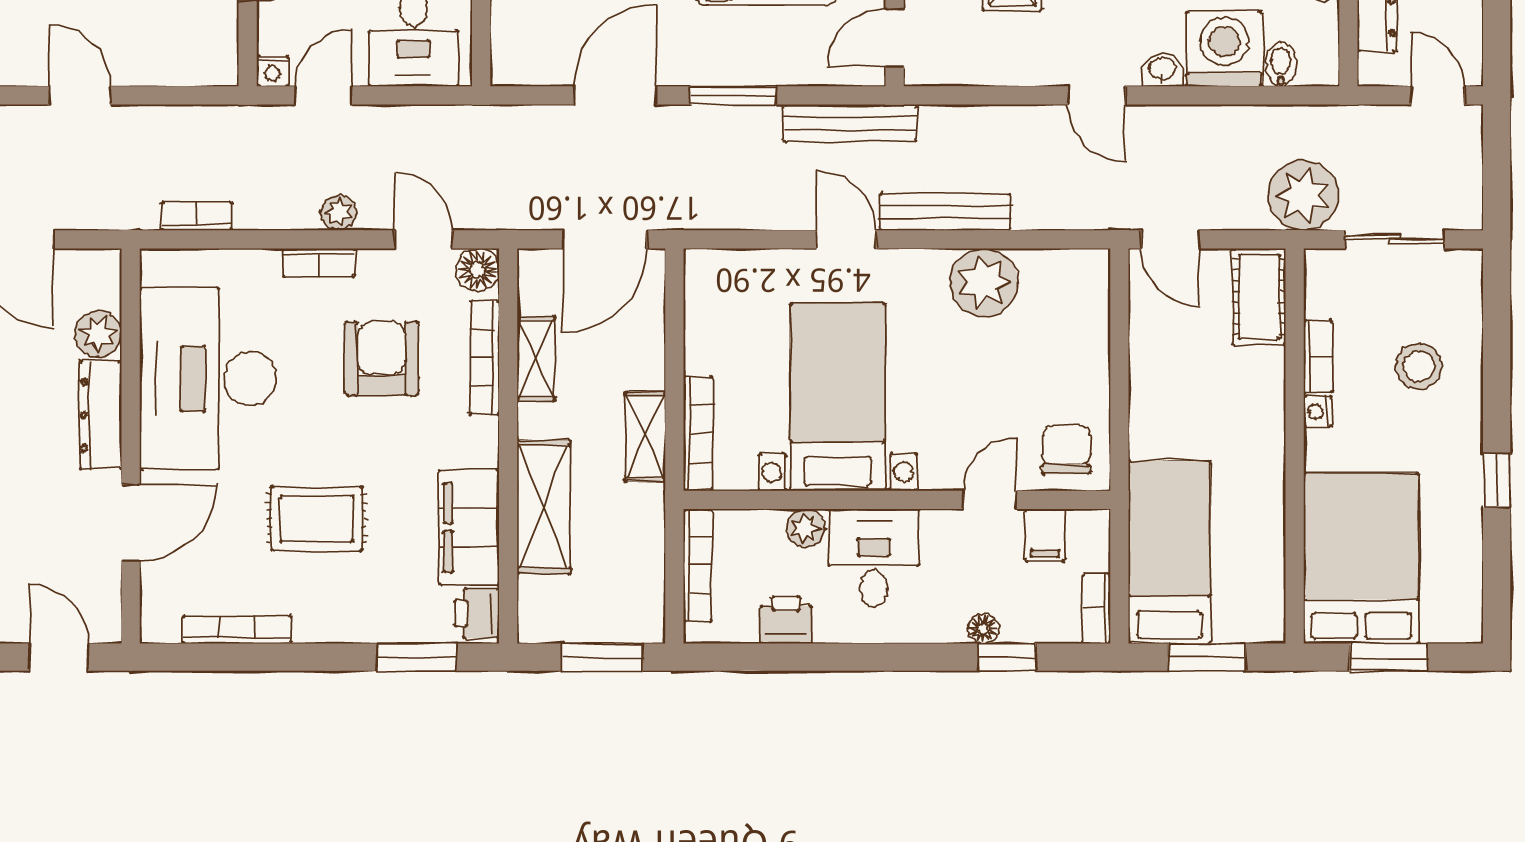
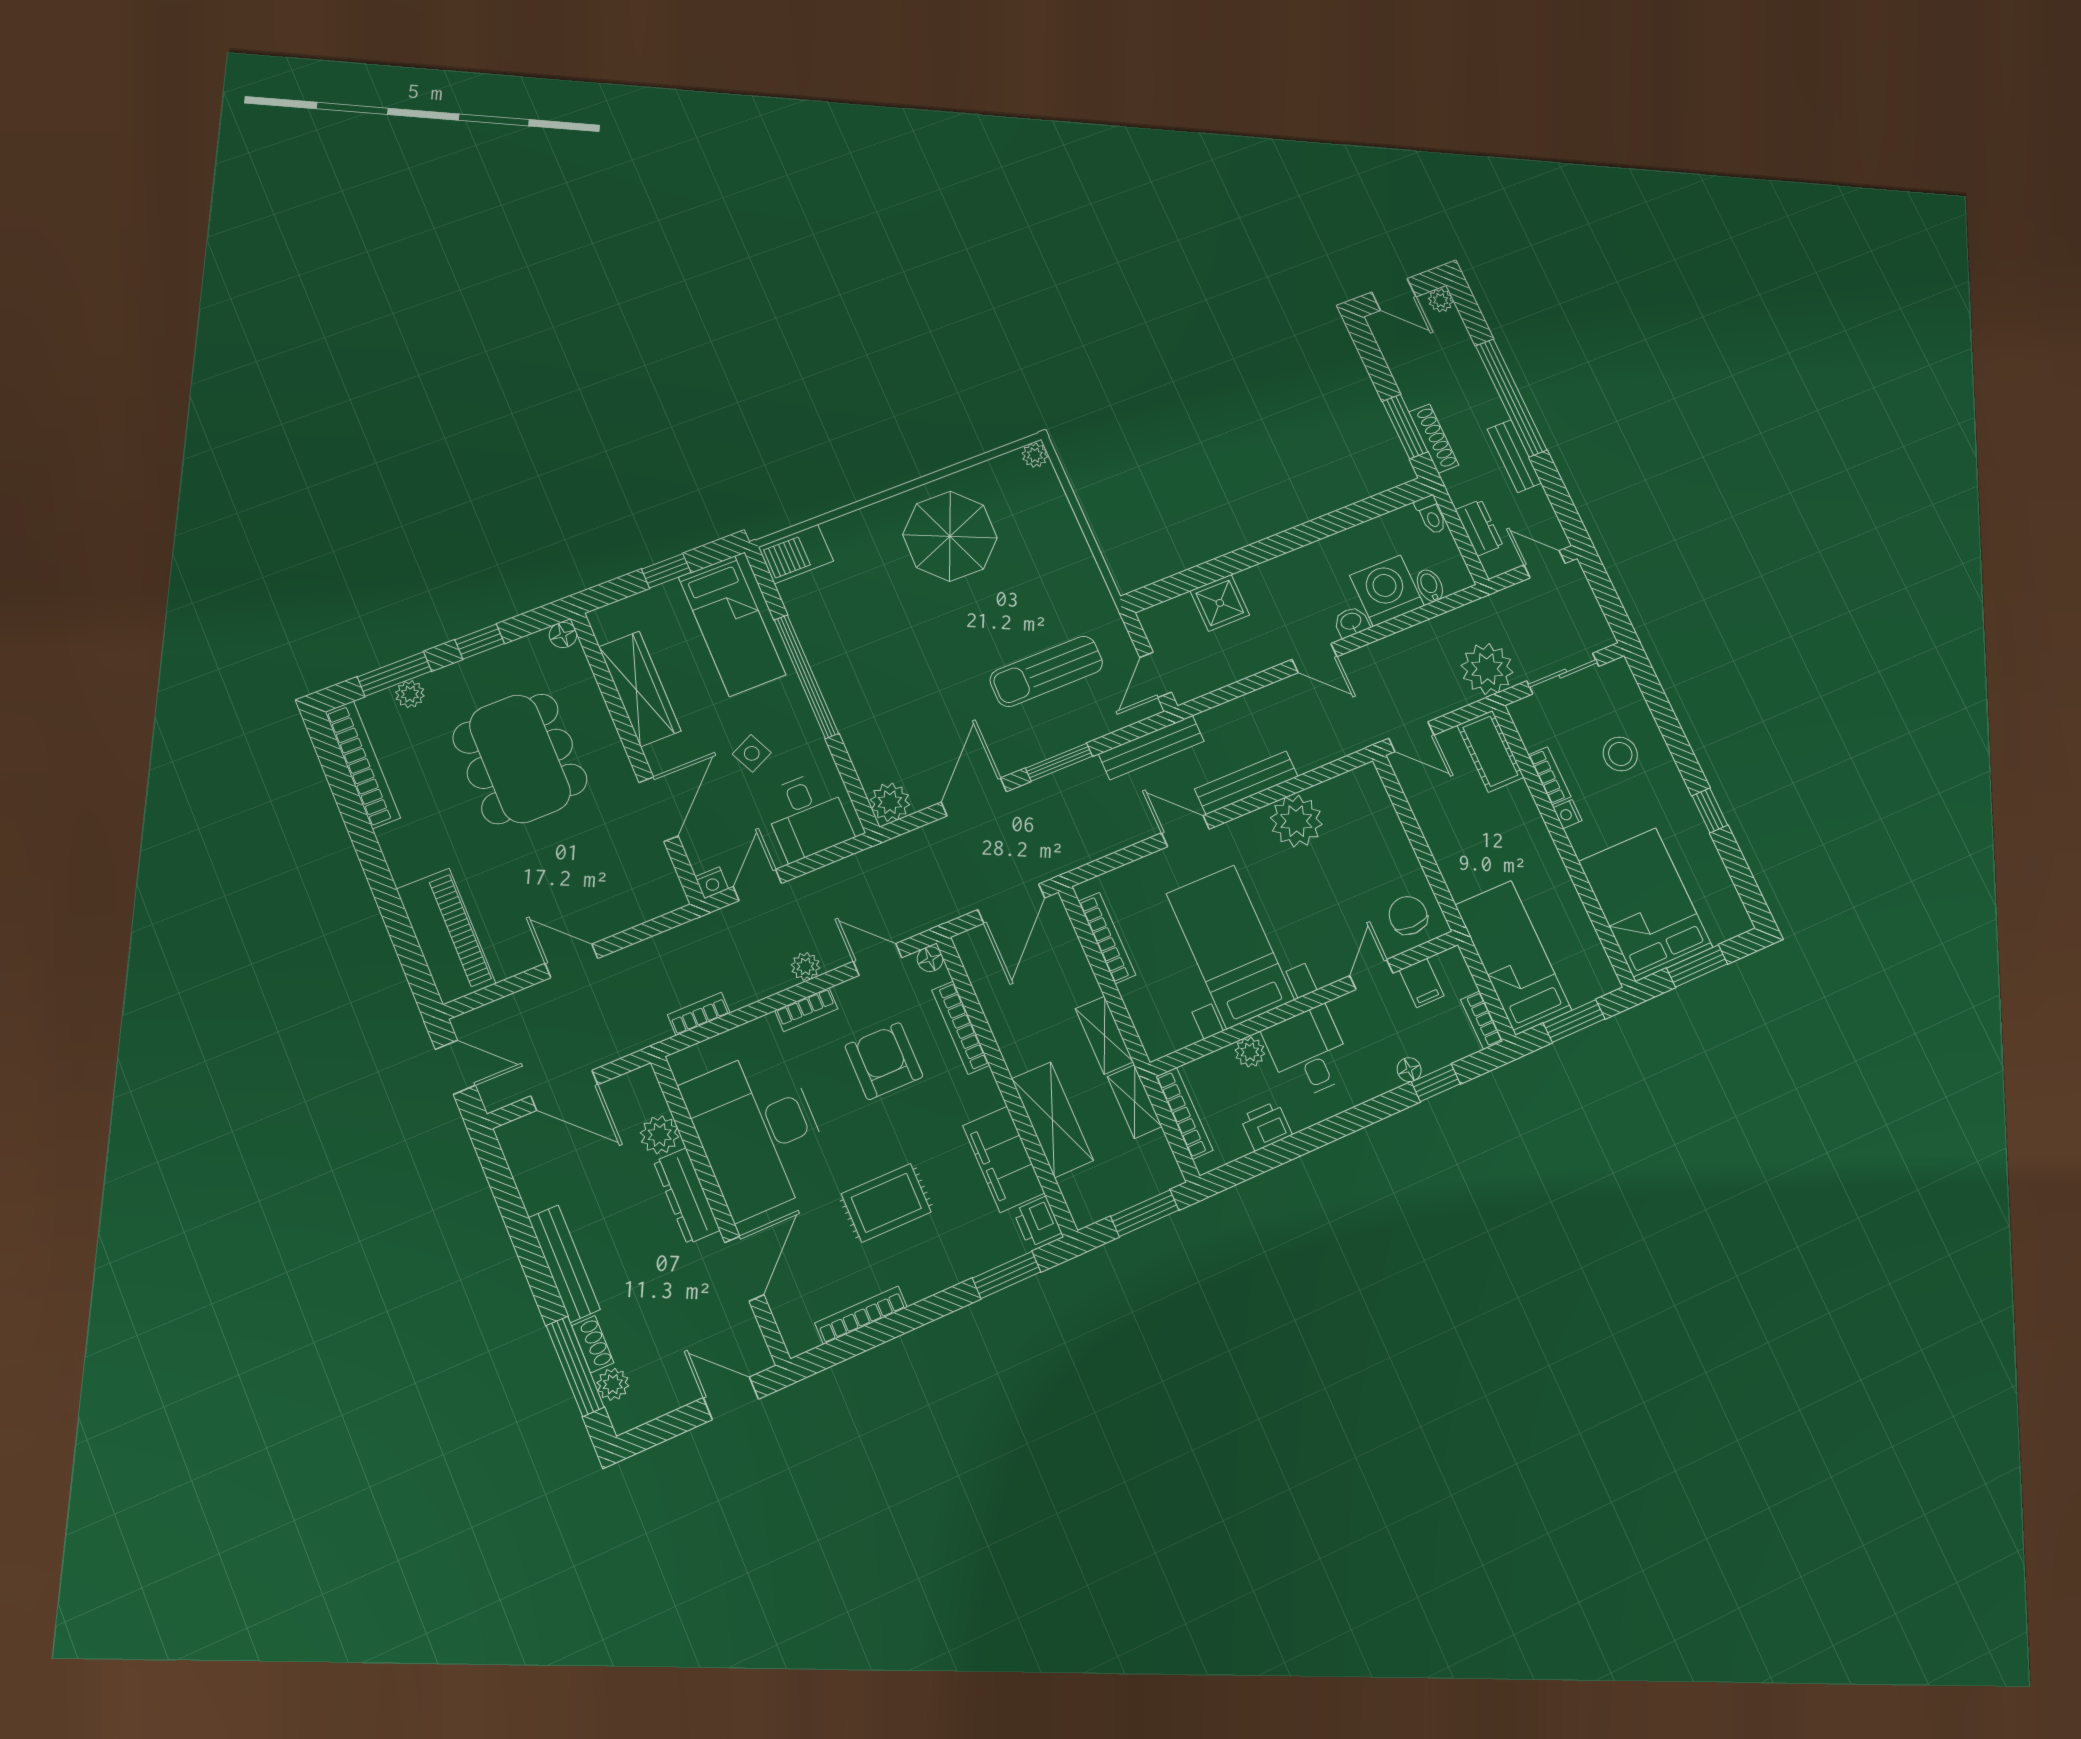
plant: (515, 61) -> (890, 802), added
floor lamp: (478, 270) -> (930, 959), width x0.73, depth x0.73
shelving: (536, 359) -> (1135, 1102), moved
bookcase: (698, 434) -> (1107, 938), moved

